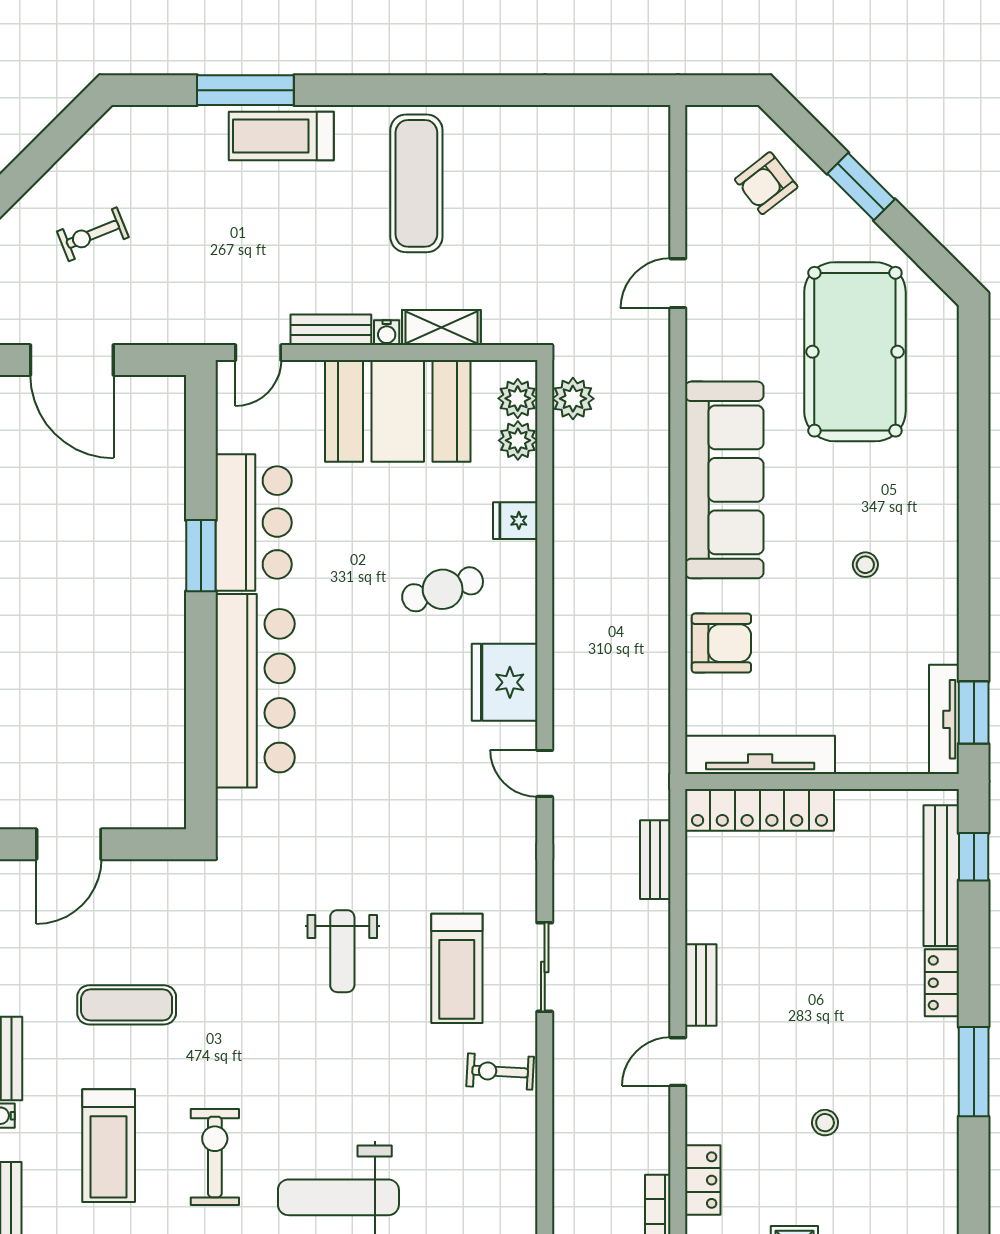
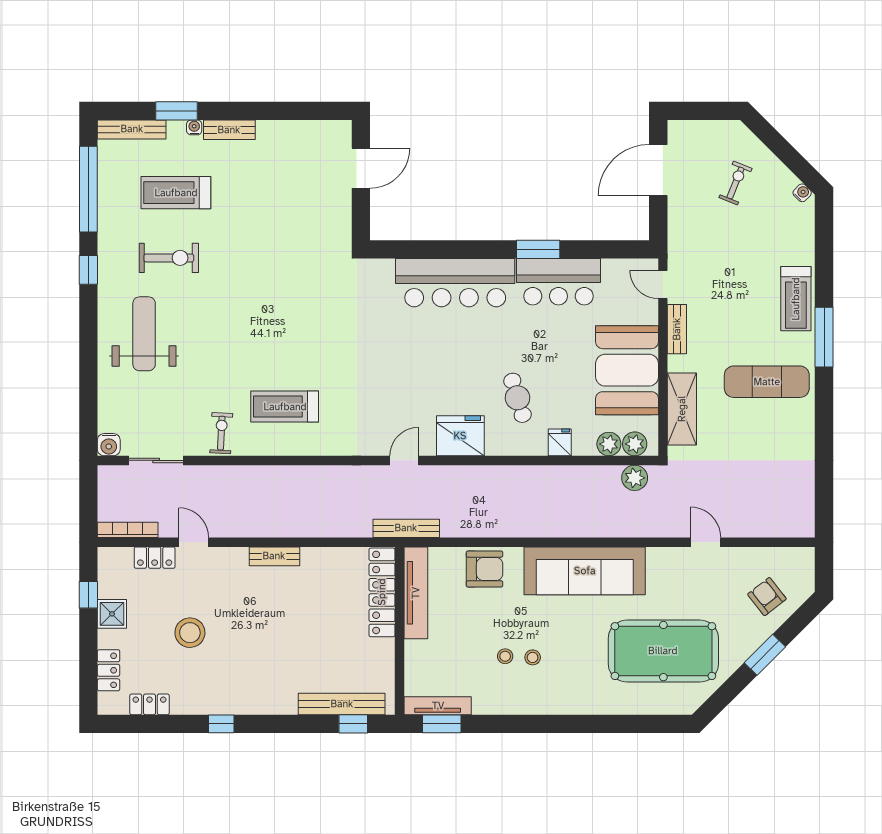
window: (245, 90) -> (824, 337), moved
treadmill: (281, 136) -> (796, 299), turned 180
exercise bike: (93, 234) -> (736, 183), turned 44
shelving: (441, 328) -> (682, 409), width x1.50, depth x1.33
water cooler: (387, 333) -> (802, 193), moved, turned 135
stool: (863, 609) -> (505, 656), added
armchair: (721, 643) -> (484, 569), turned -90
door: (69, 844) -> (361, 168), swing flipped
bench: (655, 860) -> (406, 528), moved, width x1.36
weight bench: (342, 951) -> (295, 336), removed
sliding door: (545, 967) -> (156, 460), moved
locker: (942, 983) -> (150, 704), moved
exercise mat: (127, 1005) -> (262, 204), removed
door: (678, 1062) -> (194, 542), moved
window: (974, 1072) -> (221, 724), width x0.46
stool: (825, 1123) -> (190, 633), width x1.89, depth x1.89

